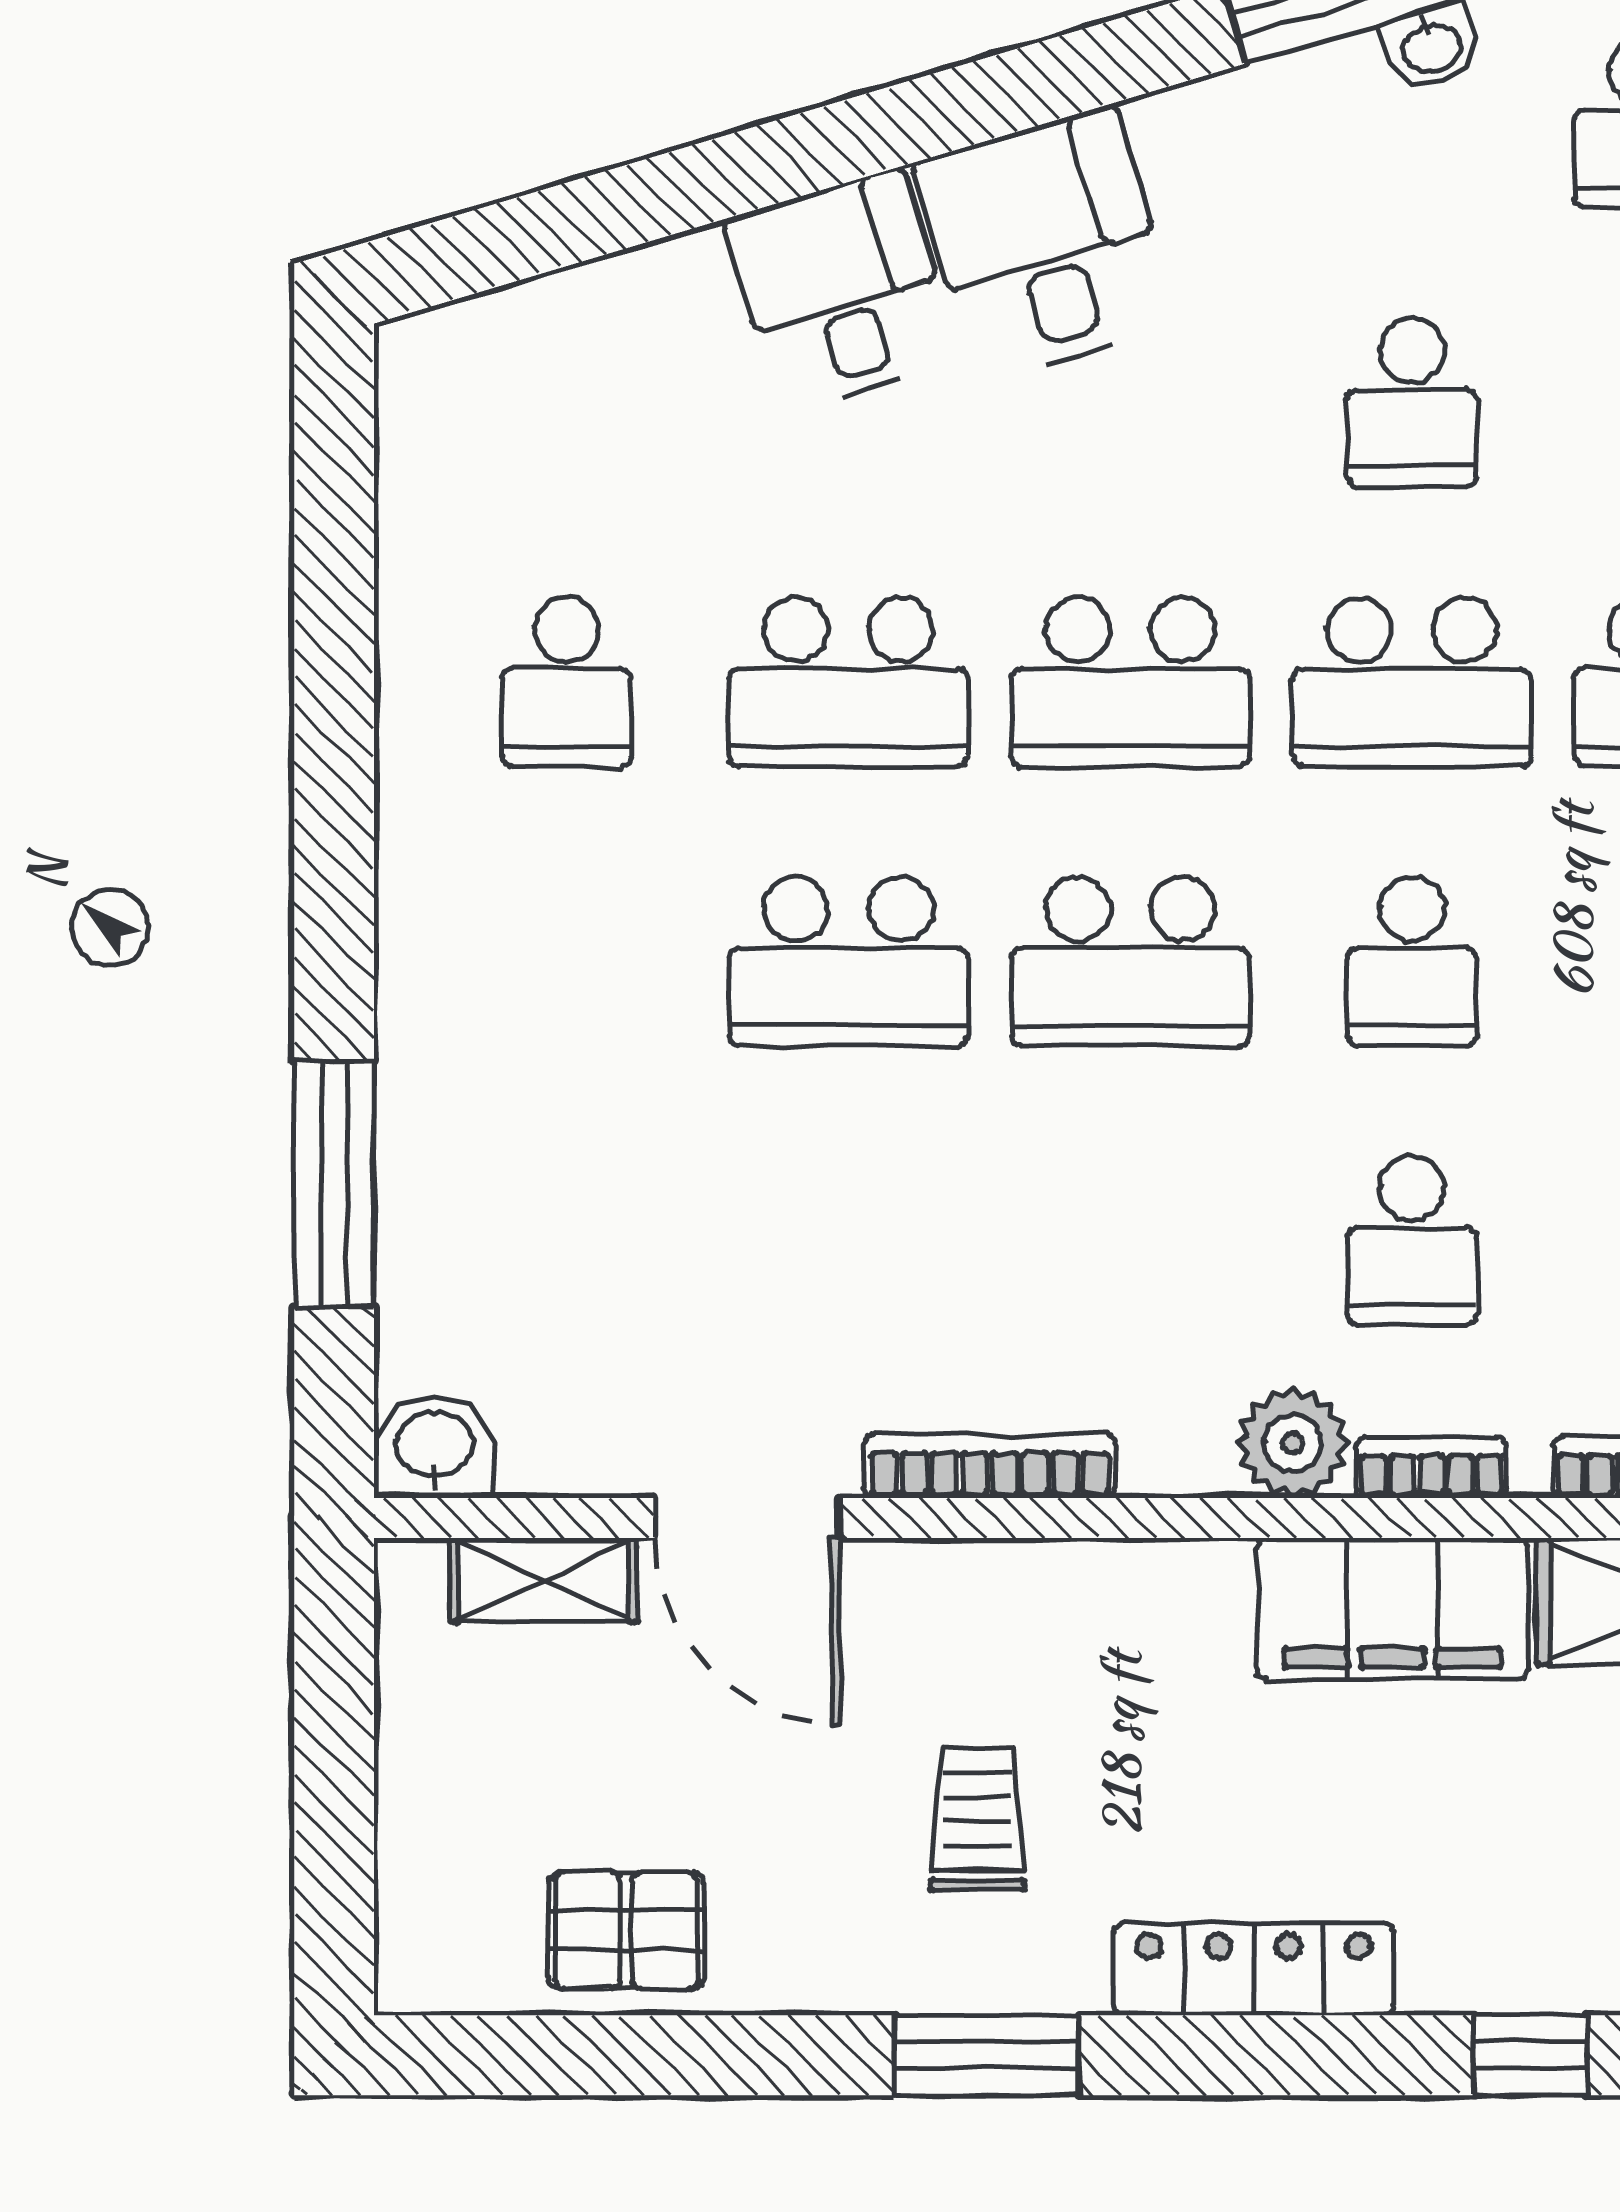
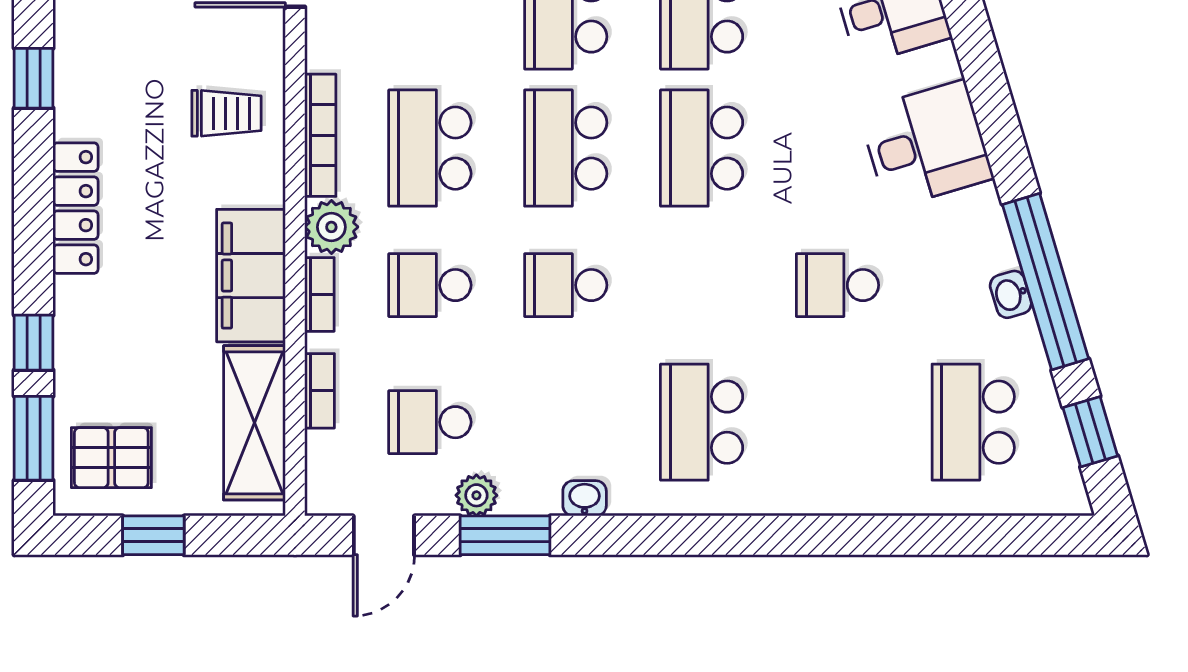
desk: (1046, 243) -> (926, 144), moved
school desk: (1412, 682) -> (430, 148), moved
bookcase: (990, 1466) -> (320, 135), moved
trolley: (978, 1819) -> (226, 113), moved
window: (987, 2055) -> (34, 78), width x0.67

